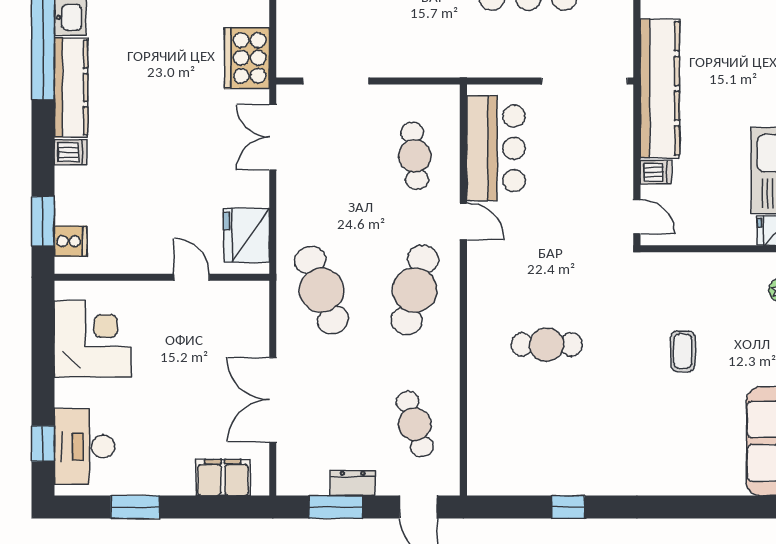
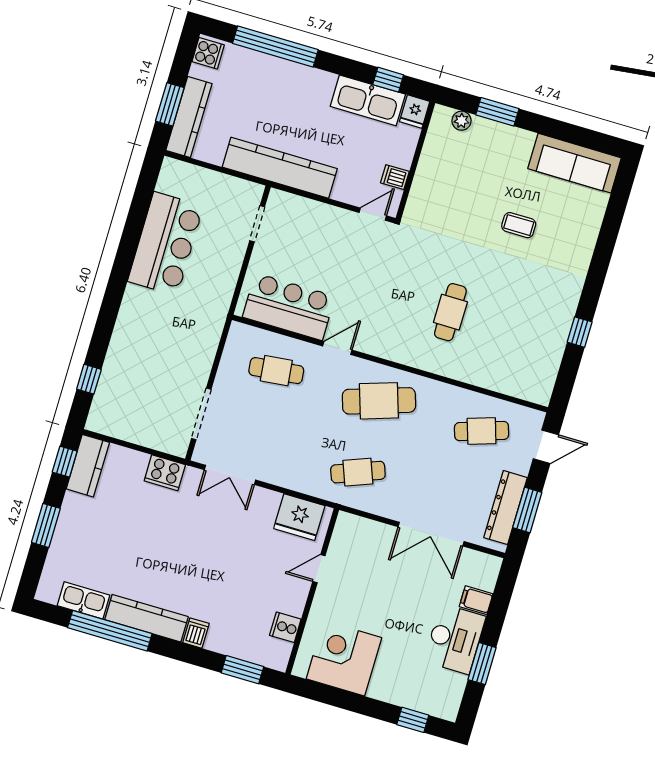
cooker: (247, 58) -> (165, 473), width x0.73, depth x0.76
doorway: (585, 81) -> (257, 224), width x0.53
dishwasher: (656, 172) -> (395, 177), moved, turned -90
cooker: (71, 241) -> (285, 627), moved, turned -90
cafe table: (322, 290) -> (358, 472), width x0.73, depth x0.74
cafe table: (415, 290) -> (379, 401), turned -33
coffee table: (683, 351) -> (519, 225), moved
desk: (84, 447) -> (455, 639), moved, turned -90
filing cabinet: (223, 477) -> (476, 600), width x0.50
dresser: (353, 483) -> (506, 508), width x1.96, depth x1.24

